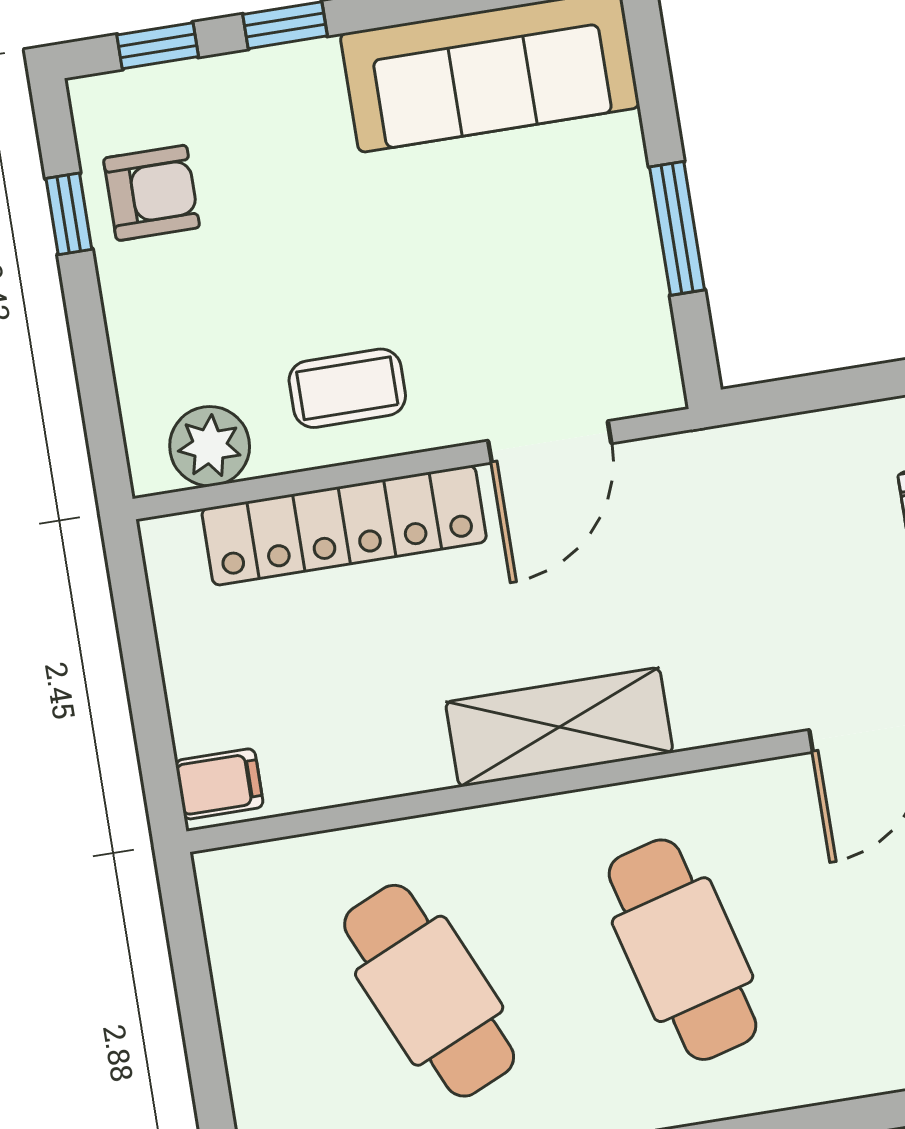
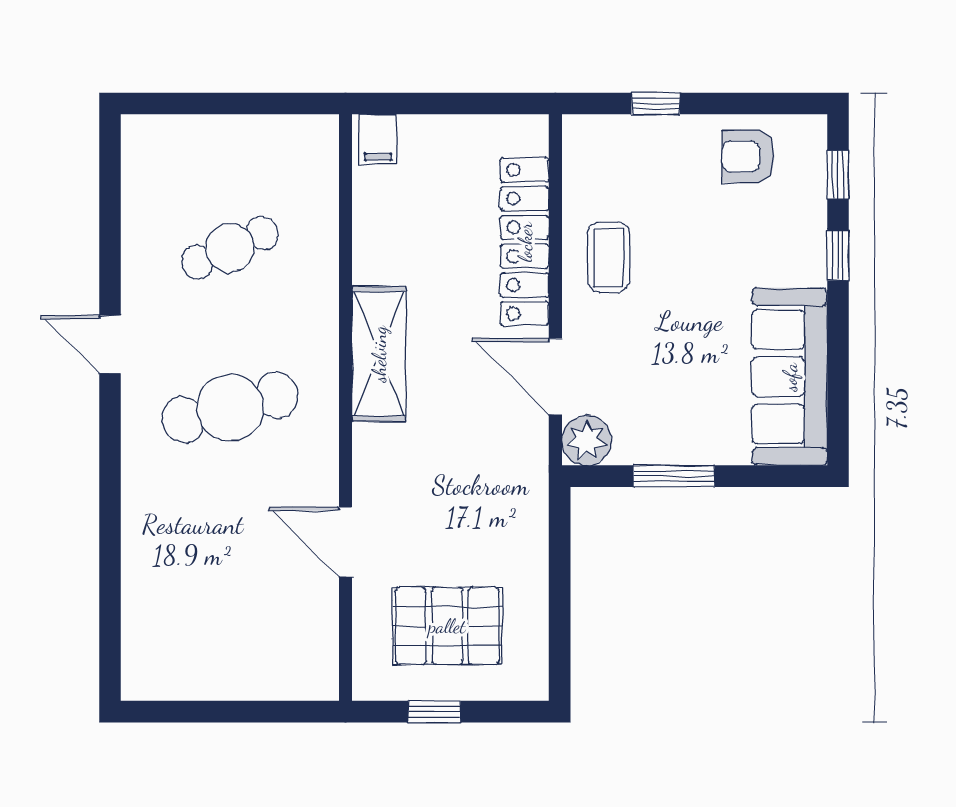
armchair: (152, 193) -> (748, 156), turned 90
window: (69, 214) -> (656, 104), moved
plant: (210, 446) -> (587, 441), moved
cafe table: (429, 991) -> (230, 248), width x0.73, depth x0.74

